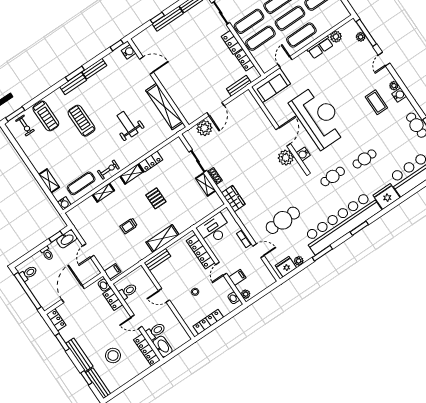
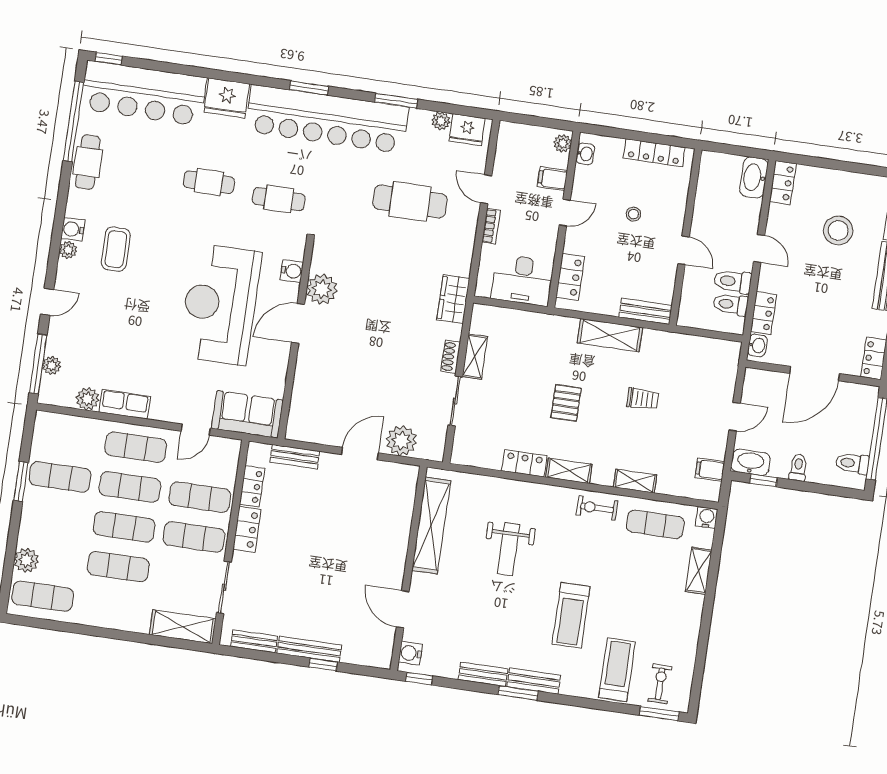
locker: (201, 252) -> (570, 277), width x0.66
filing cabinet: (113, 271) -> (710, 470), moved
toilet: (156, 331) -> (733, 281), moved
locker: (147, 350) -> (783, 183), width x0.66

